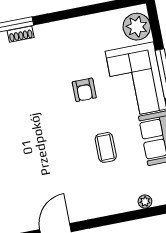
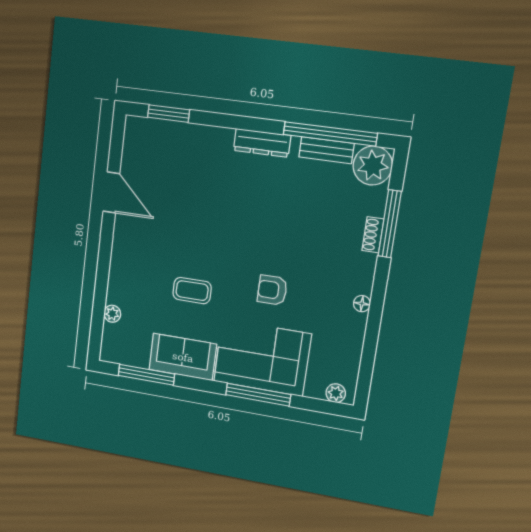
floor lamp: (71, 24) -> (362, 304), added
plant: (137, 27) -> (336, 393), width x0.53, depth x0.53

